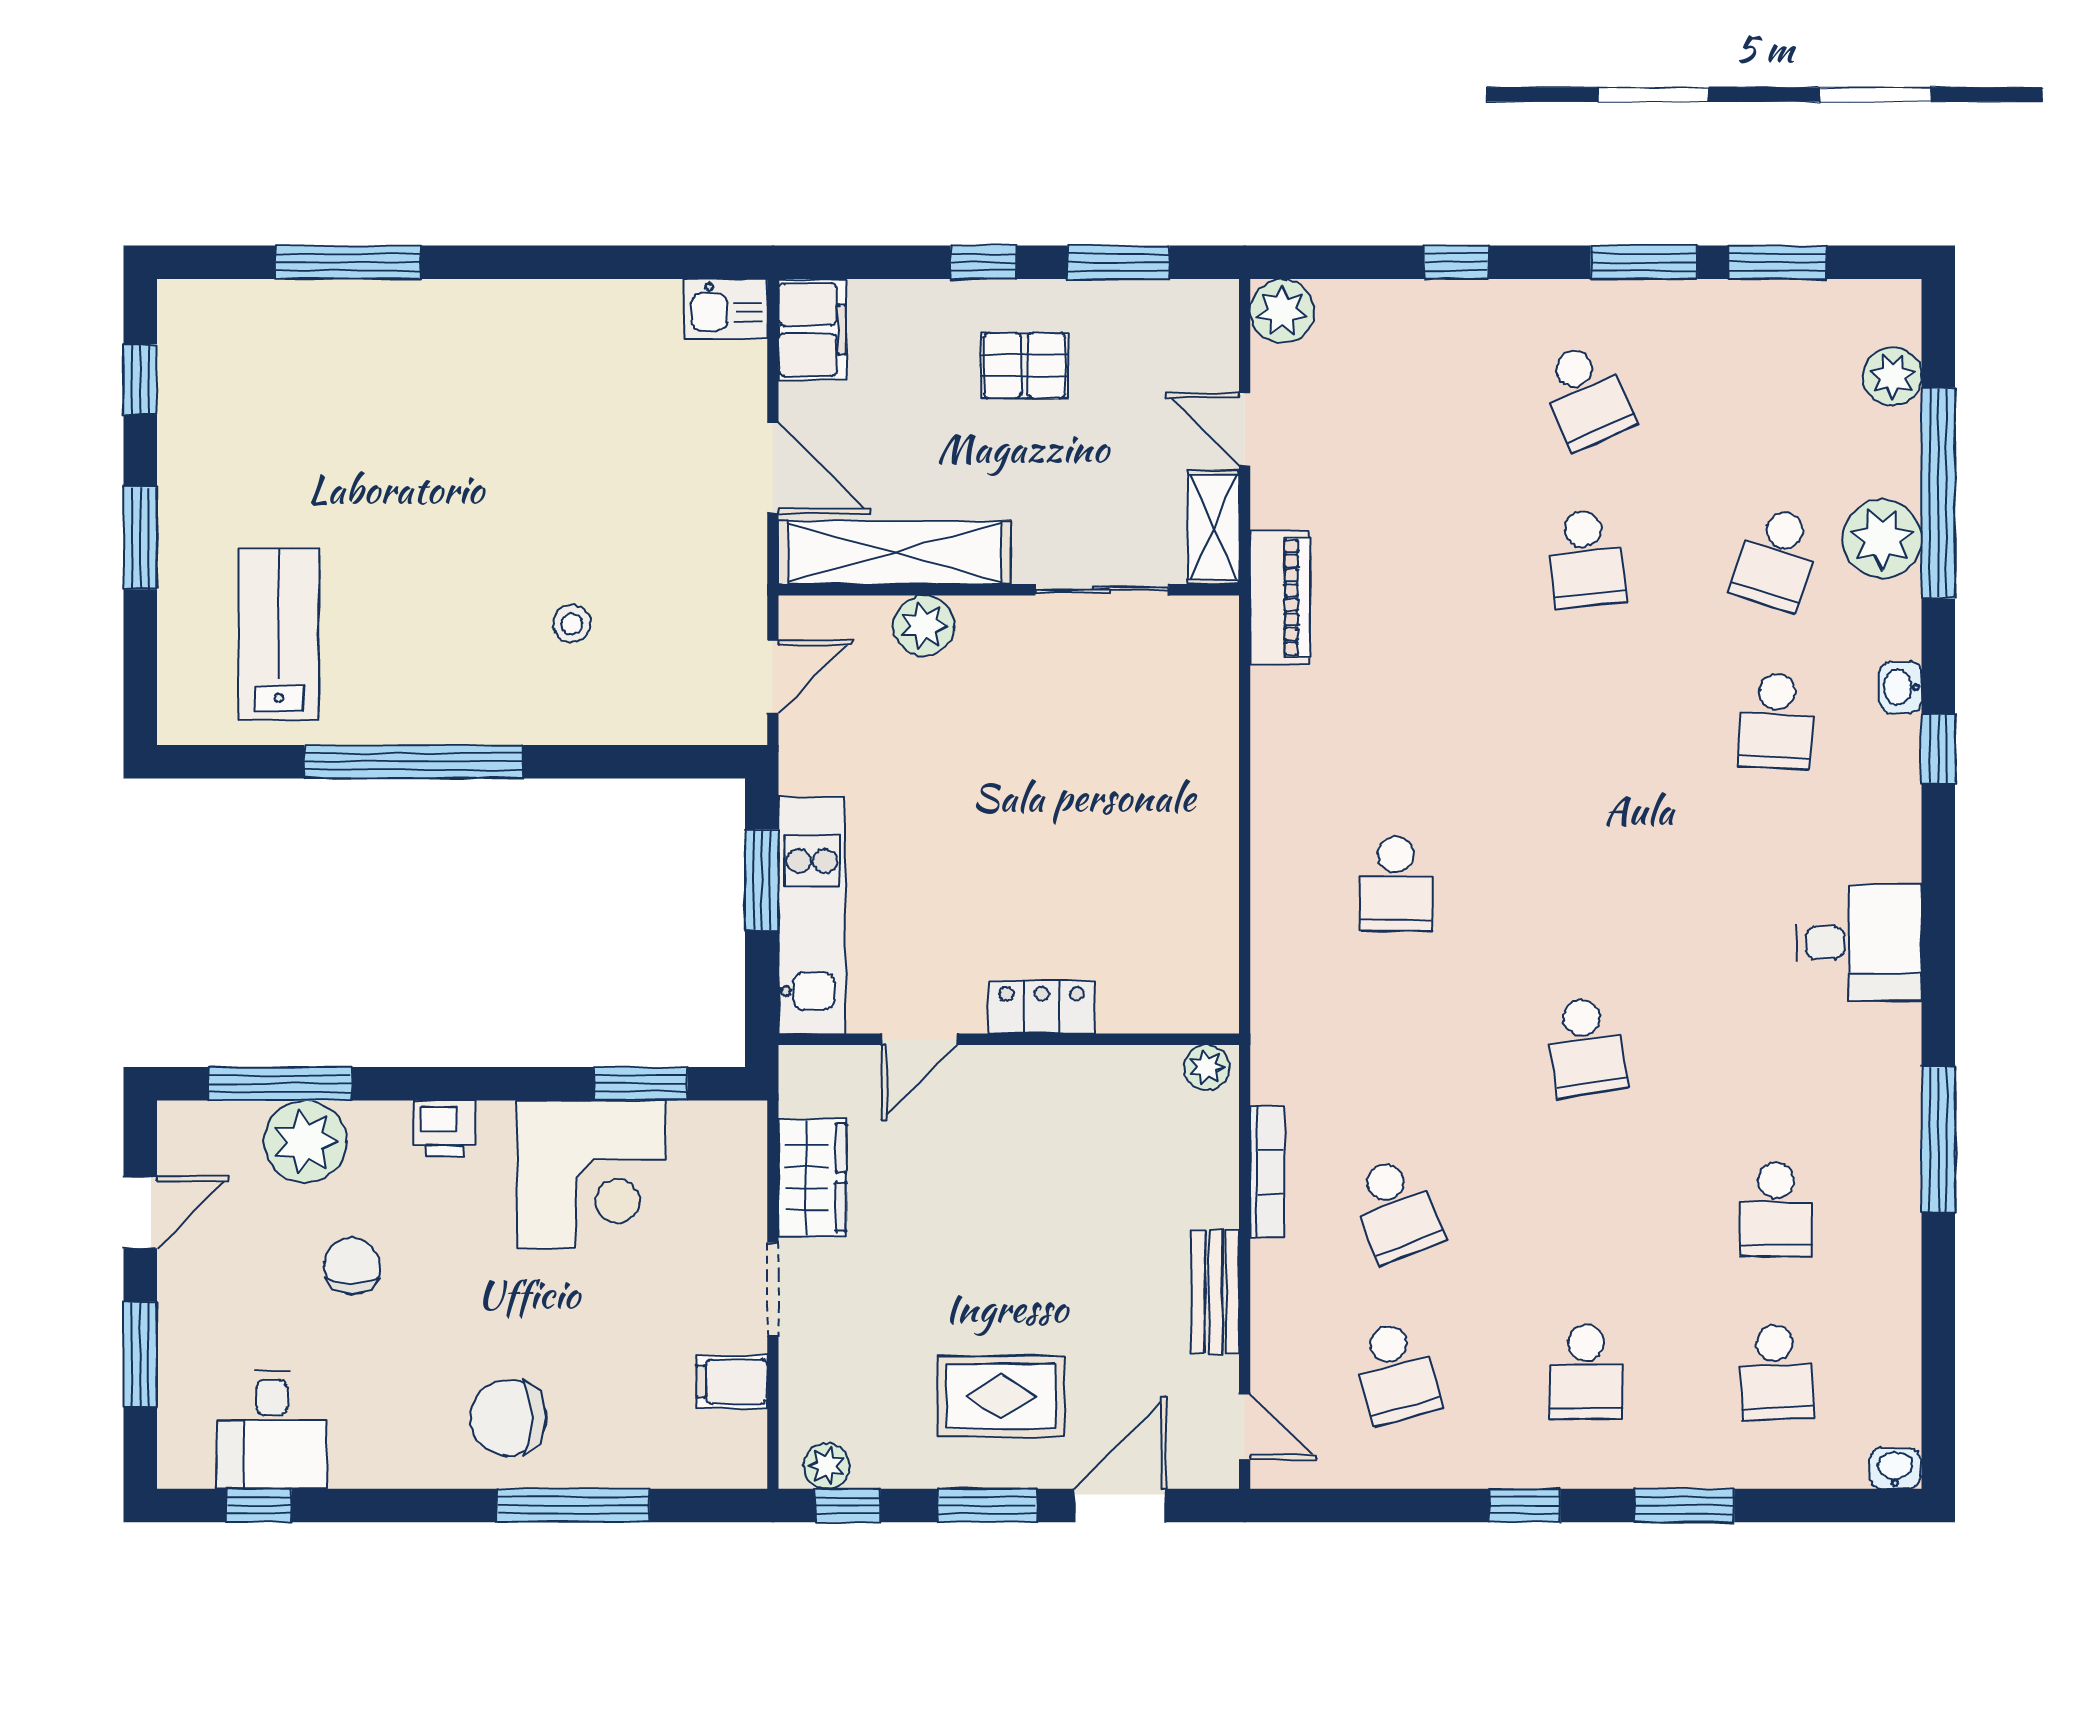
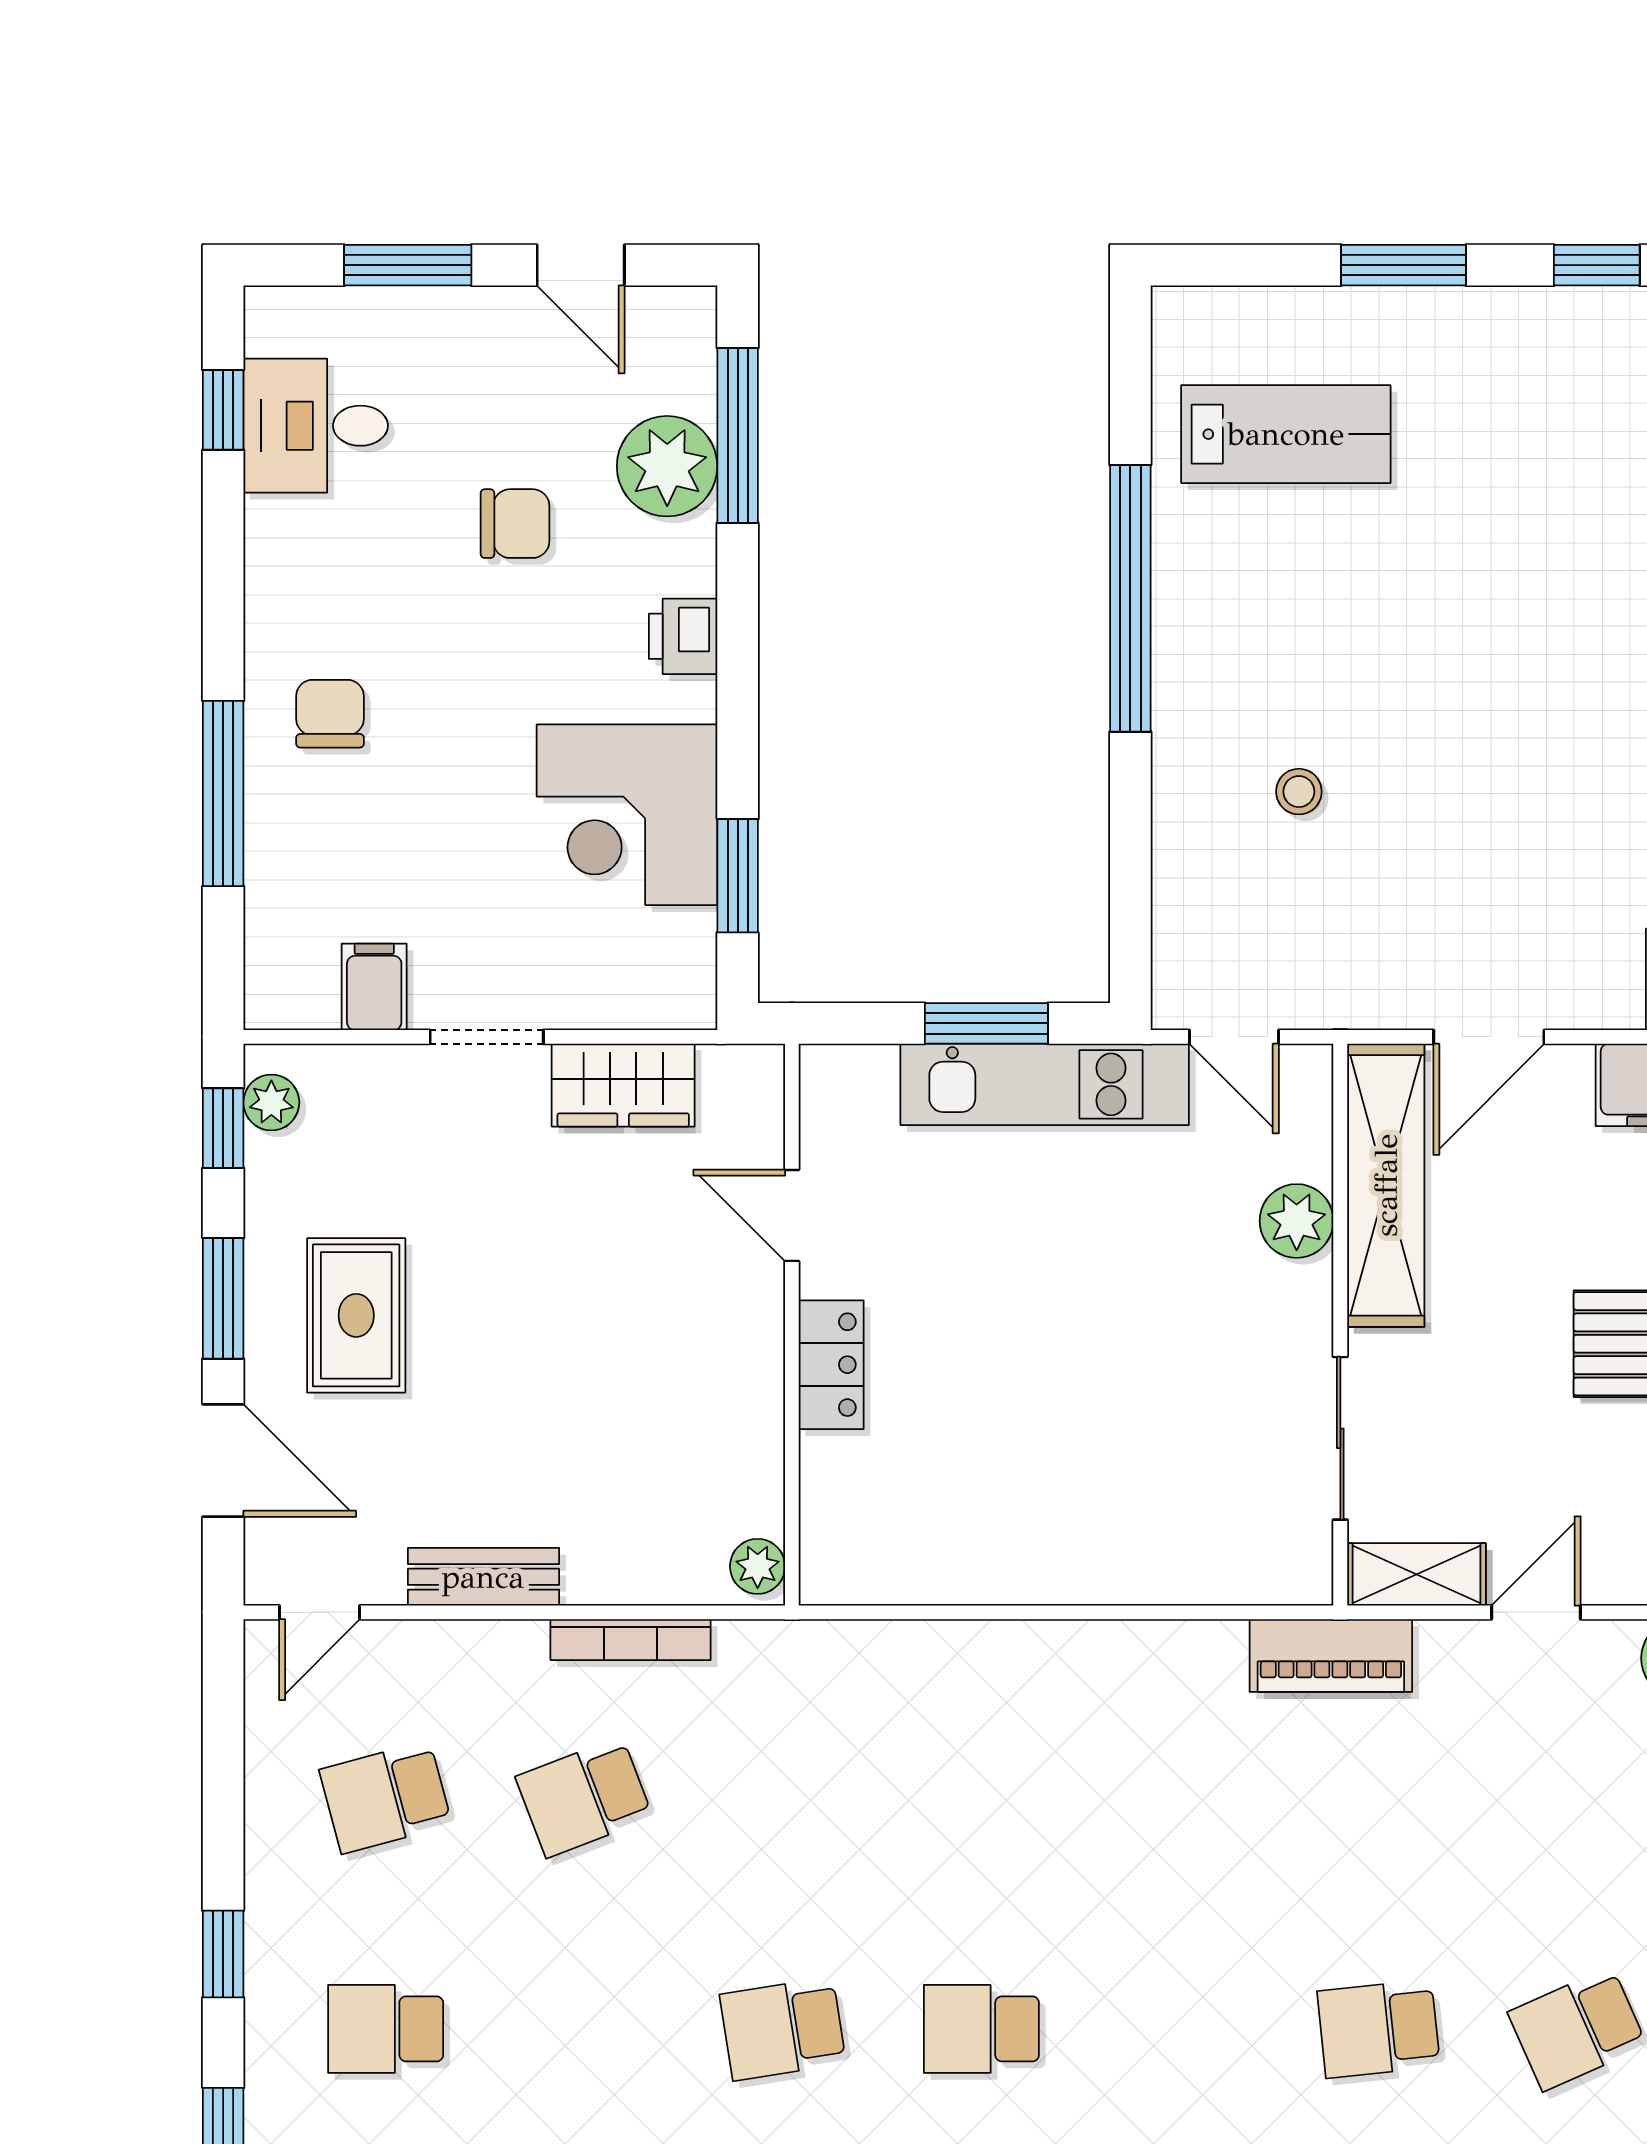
school desk: (1396, 884) -> (981, 2029), moved
kitchen unit: (812, 915) -> (1045, 1084), moved
chair: (508, 1418) -> (330, 714), width x0.73, depth x0.73

